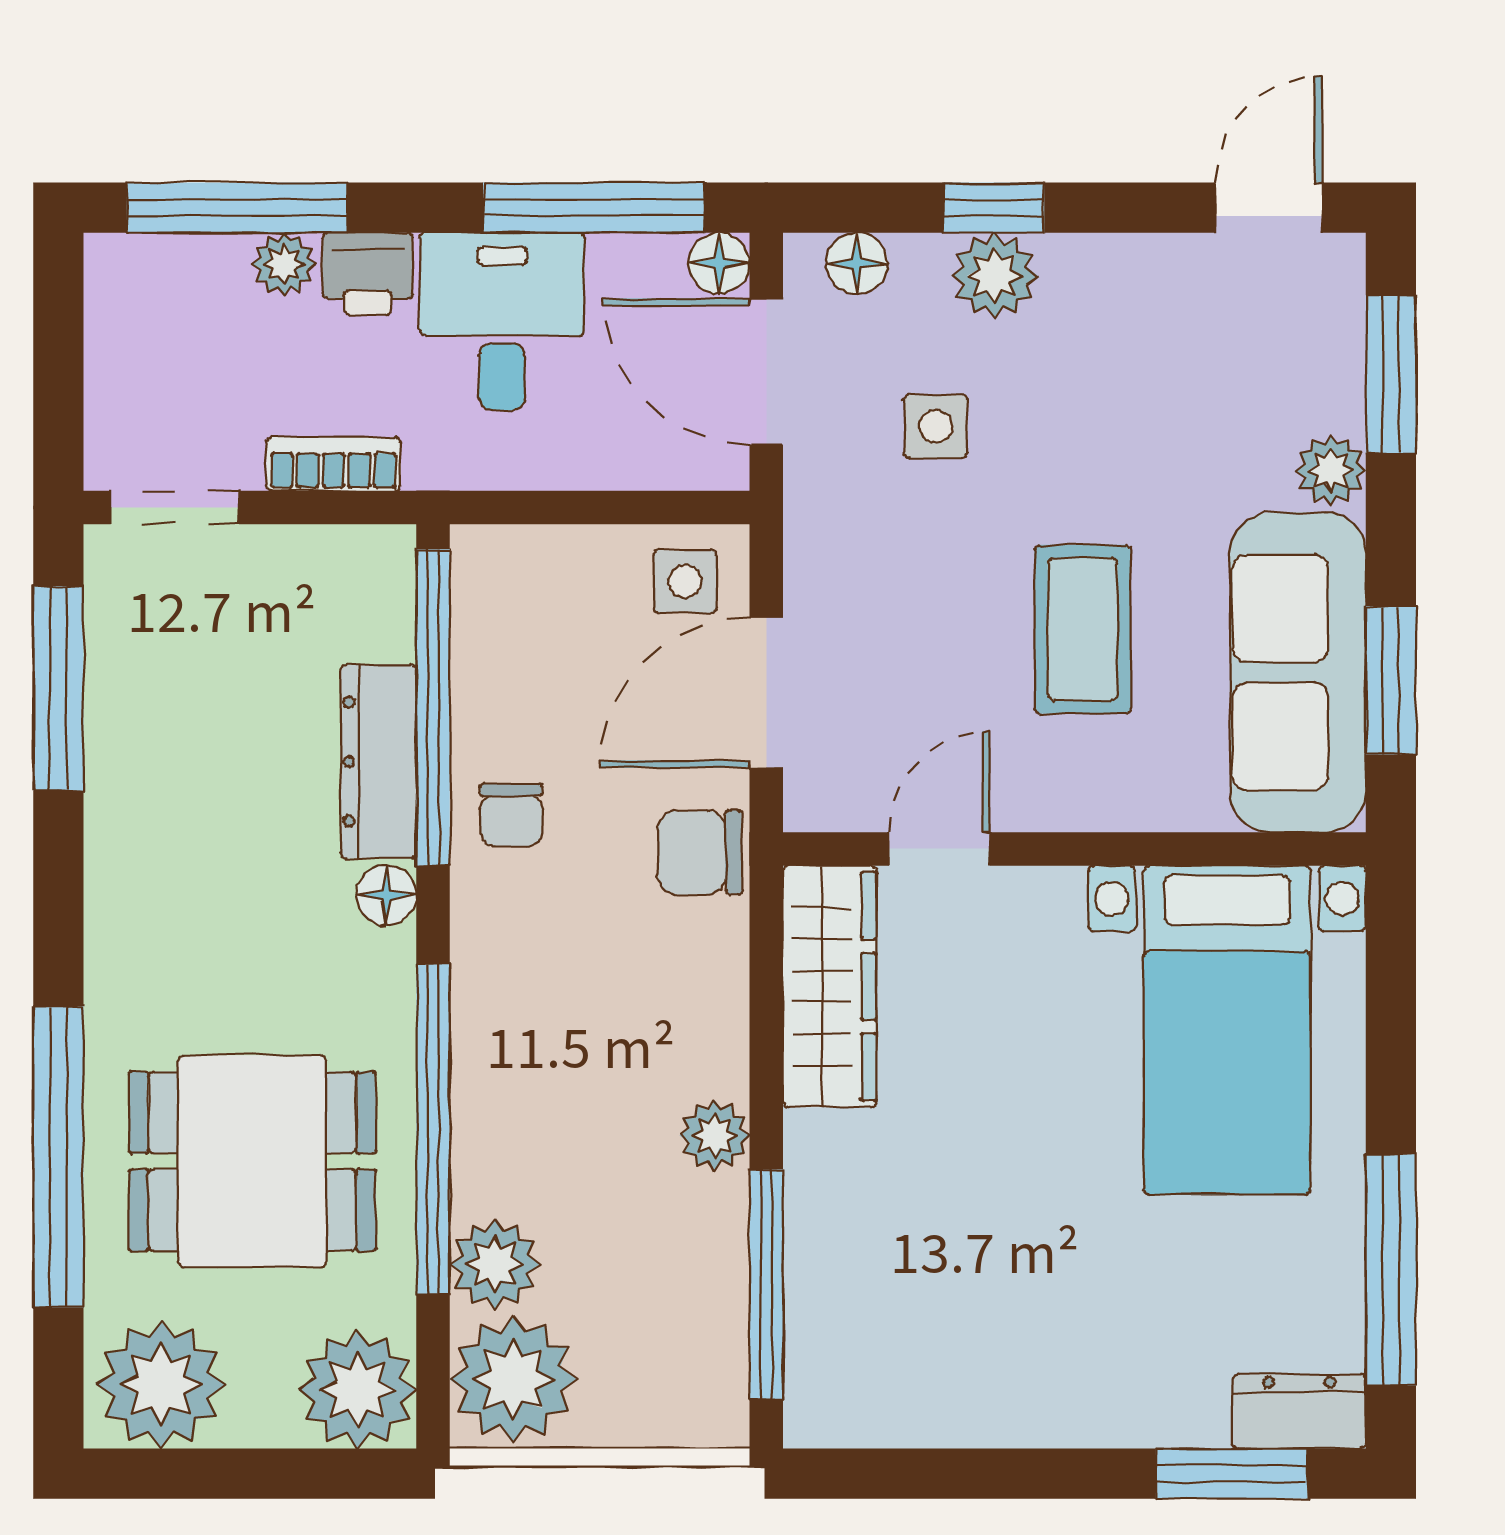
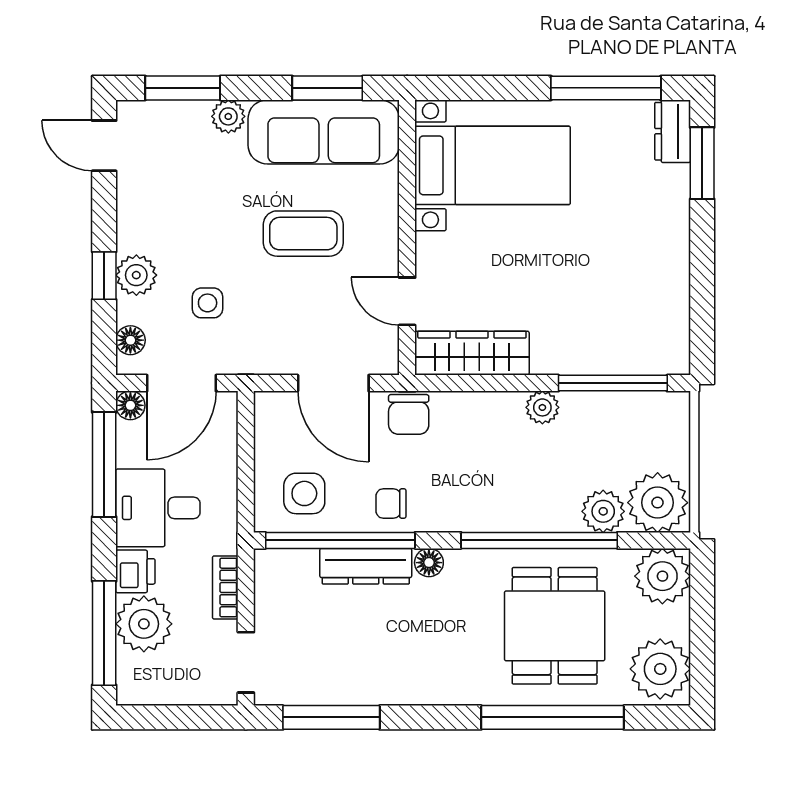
plant: (284, 264) -> (144, 624), width x1.87, depth x1.87
side table: (685, 581) -> (304, 493), moved, width x1.37, depth x1.37
chair: (511, 815) -> (391, 503), turned 180

